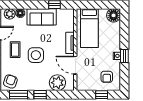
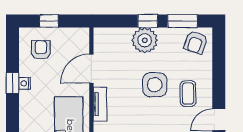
door: (75, 65) -> (91, 69), swing flipped
plant: (57, 83) -> (145, 40), moved

